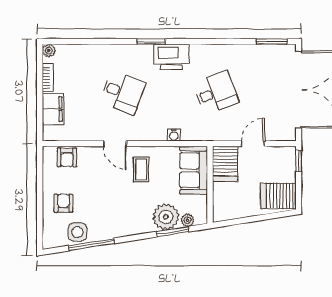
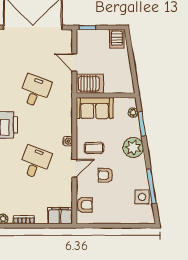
desk: (216, 93) -> (35, 91), turned 42
filing cabinet: (53, 109) -> (60, 216), moved
water cooler: (174, 135) -> (68, 141), moved
server rack: (278, 196) -> (117, 39), width x0.73, depth x0.70
armchair: (64, 203) -> (105, 175), moved
plant: (166, 217) -> (133, 148), moved

